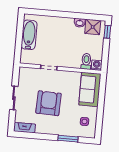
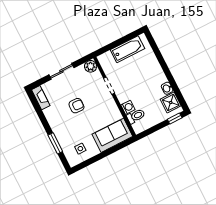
washing machine: (97, 65) -> (128, 107), moved
plant: (24, 73) -> (91, 66), added
armchair: (49, 103) -> (76, 106), width x0.53, depth x0.53

